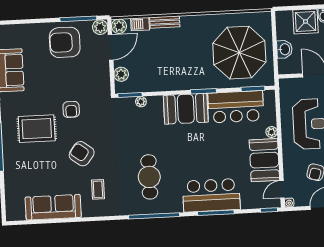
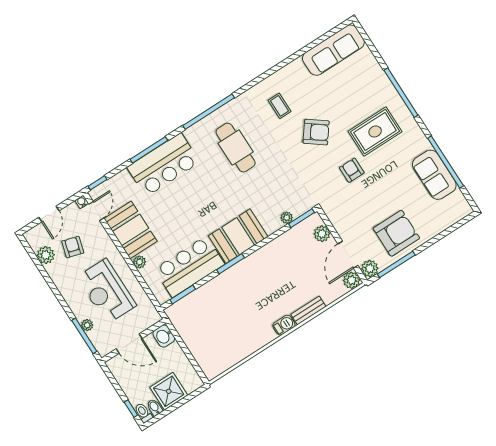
barbecue: (140, 24) -> (284, 325), moved
washbasin: (284, 49) -> (164, 336), moved
parasol: (239, 53) -> (217, 323), removed
sofa: (53, 207) -> (333, 50), moved

